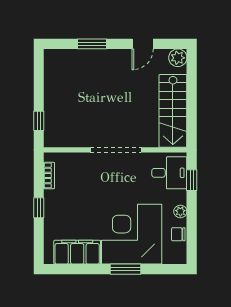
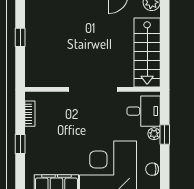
window: (39, 121) -> (20, 37), moved
window: (192, 180) -> (165, 135), moved
plant: (180, 211) -> (154, 134), moved

